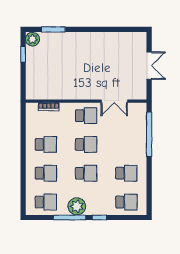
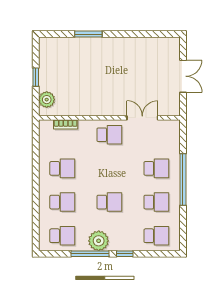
window: (53, 29) -> (88, 34), moved
plant: (32, 39) -> (47, 100), moved
window: (23, 54) -> (36, 77), moved
double door: (114, 101) -> (142, 118), swing flipped
window: (149, 134) -> (183, 180), moved
school desk: (86, 144) -> (156, 168), moved

